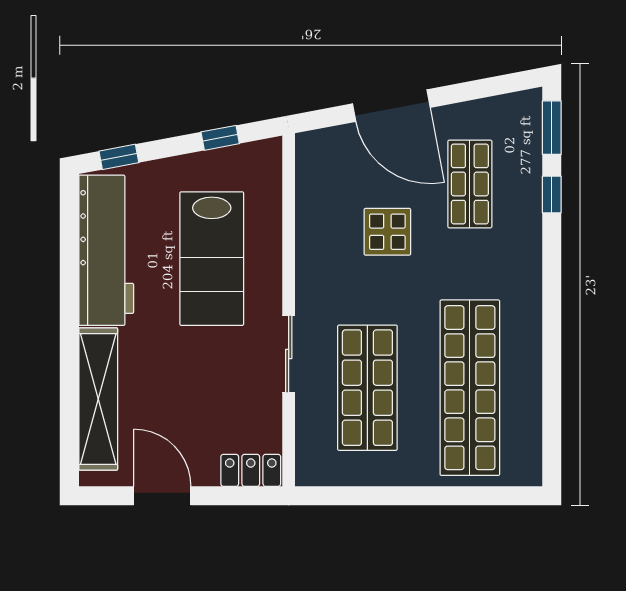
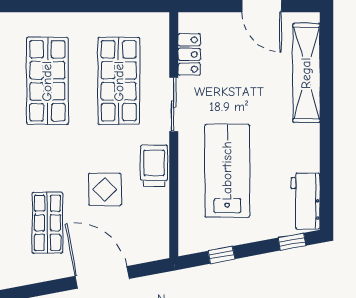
workbench: (106, 250) -> (306, 201), width x0.53, depth x0.76
trolley: (317, 266) -> (154, 166), added
shop shelf: (470, 388) -> (47, 81), width x0.71
locker: (251, 470) -> (189, 54), moved, turned -90

